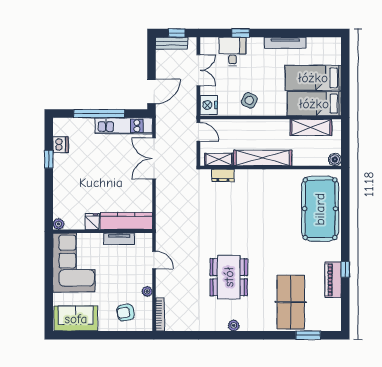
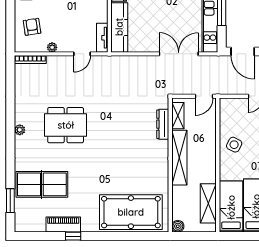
nightstand: (209, 105) -> (230, 106), removed
dresser: (223, 175) -> (163, 124), width x1.44
tv unit: (119, 239) -> (102, 38), moved

